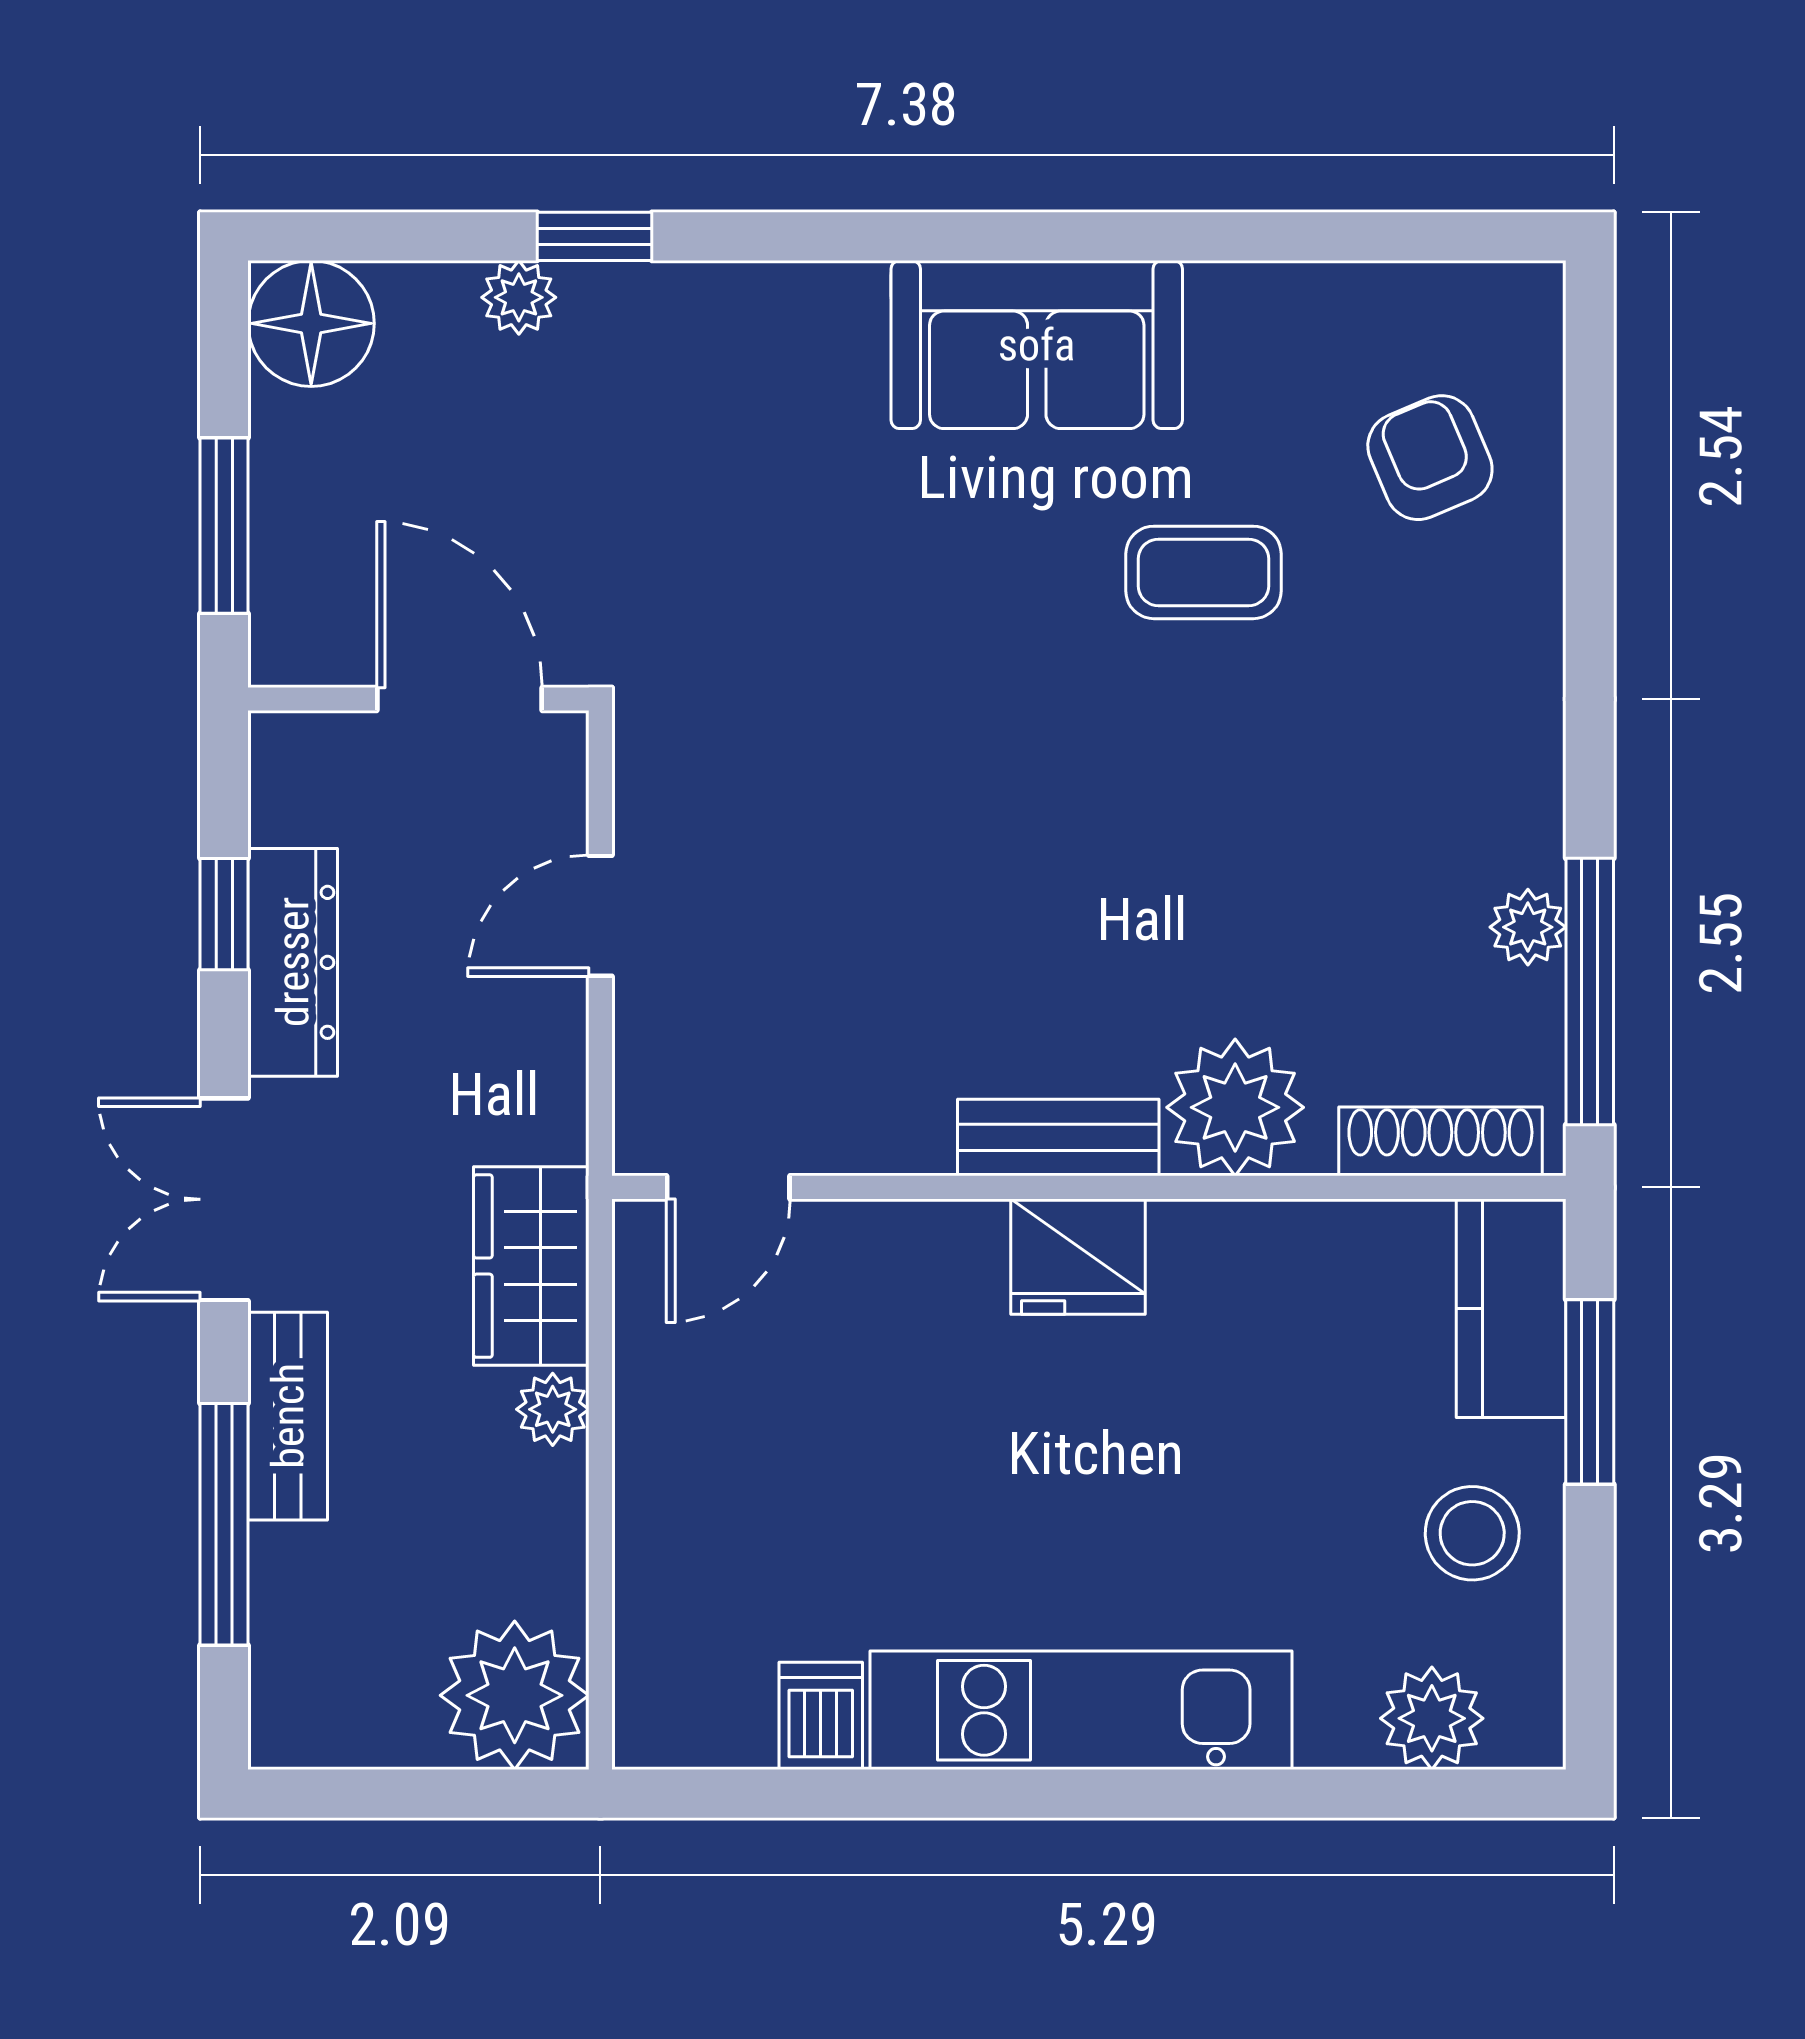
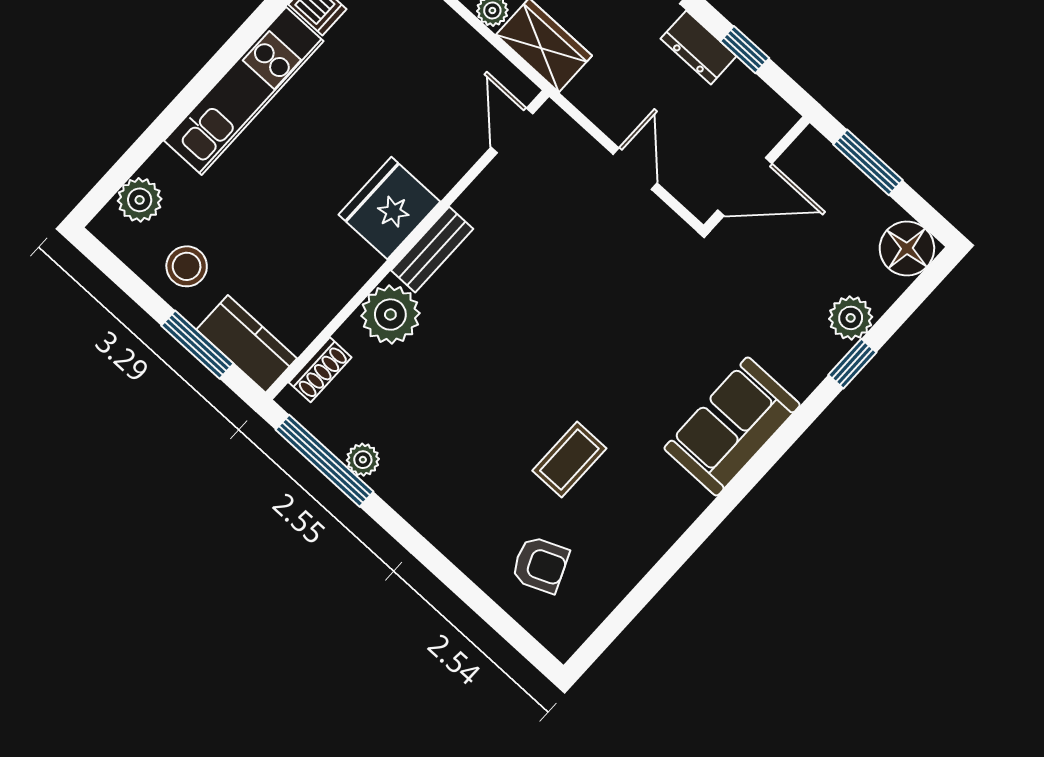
plant: (519, 297) -> (851, 318), width x1.38, depth x1.38
sofa: (1037, 345) -> (732, 427), moved
dresser: (293, 962) -> (699, 47), width x0.70
shoe rack: (1440, 1141) -> (320, 370), width x0.70
fridge: (1078, 1257) -> (389, 208), width x1.36, depth x1.34

